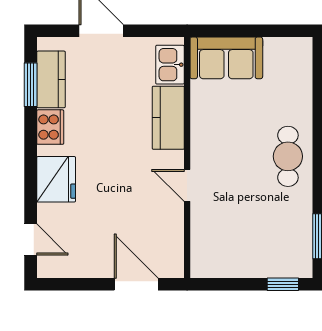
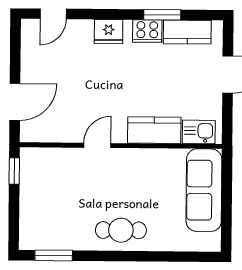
sofa: (226, 58) -> (204, 190), width x1.36
window: (31, 85) -> (162, 15), moved
fridge: (56, 179) -> (109, 32), width x0.73, depth x0.75
window: (283, 284) -> (14, 171), moved

